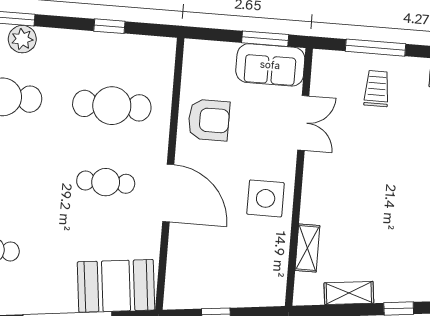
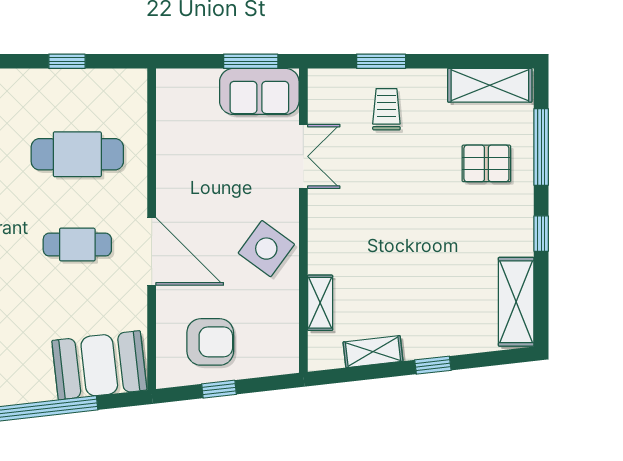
window: (376, 48) -> (381, 61), width x0.69
armchair: (209, 120) -> (210, 342), moved
side table: (266, 198) -> (266, 249), turned 36

